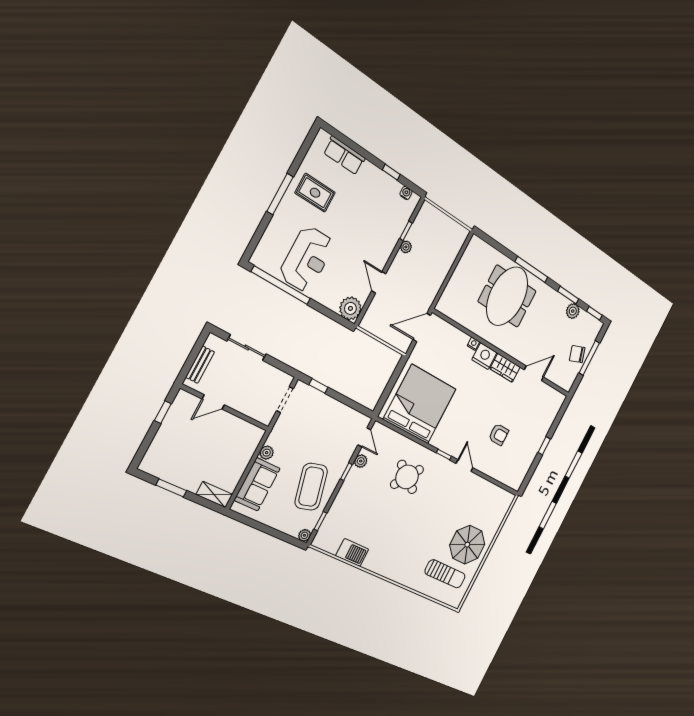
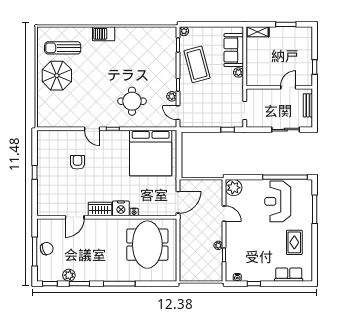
rug: (315, 193) -> (294, 242), turned 90
window: (280, 194) -> (315, 209), moved
meeting table: (507, 296) -> (147, 245), moved
armchair: (499, 434) -> (78, 162), turned 90
round table: (407, 477) -> (132, 101), turned -36
barbecue: (352, 553) -> (104, 34), moved

